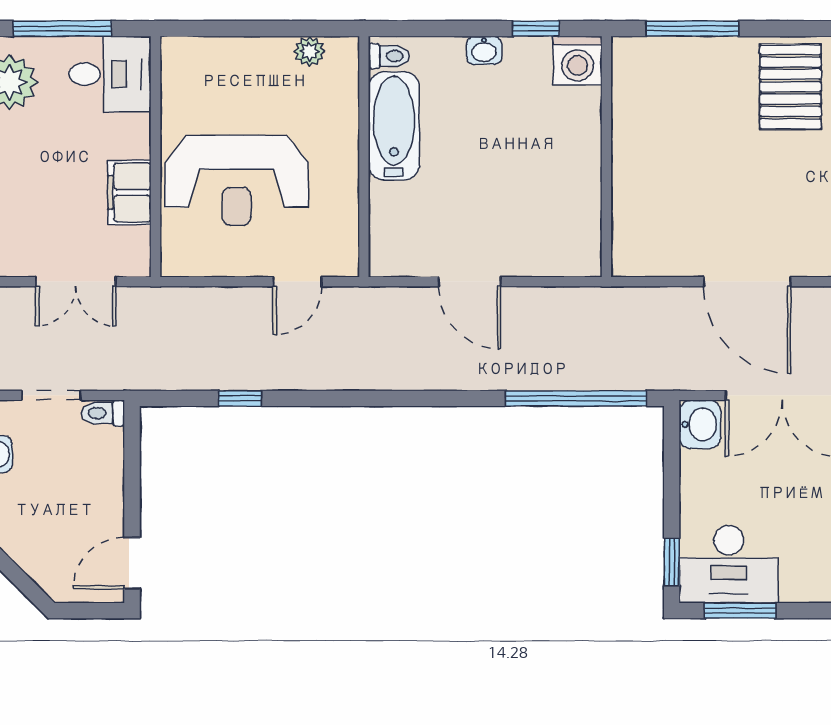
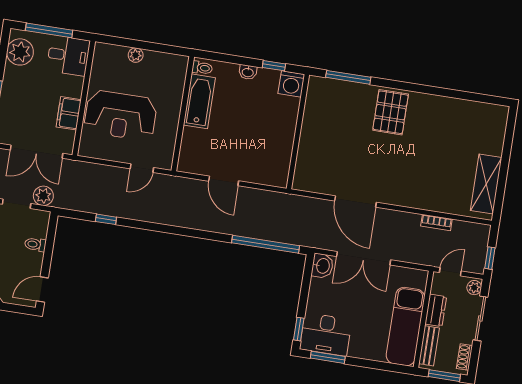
plant: (309, 51) -> (136, 55), moved
double door: (76, 282) -> (37, 152), width x1.37
plant: (104, 370) -> (43, 196), added
toilet: (103, 413) -> (35, 244), moved

